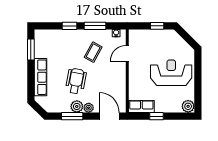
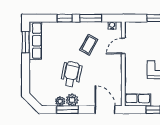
row of seats: (40, 77) -> (35, 41), moved
plant: (89, 108) -> (60, 101), moved

